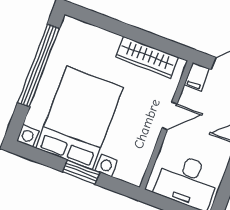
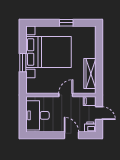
window: (39, 65) -> (66, 23), width x0.32
door: (169, 116) -> (66, 95), swing flipped

